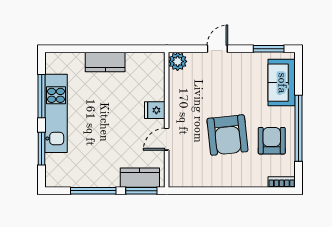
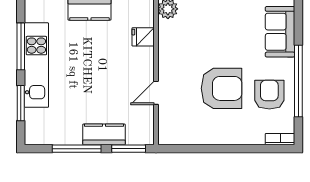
fridge: (155, 110) -> (143, 37), moved
armchair: (227, 135) -> (222, 88), turned -84
kitchen counter: (140, 178) -> (104, 134), moved

